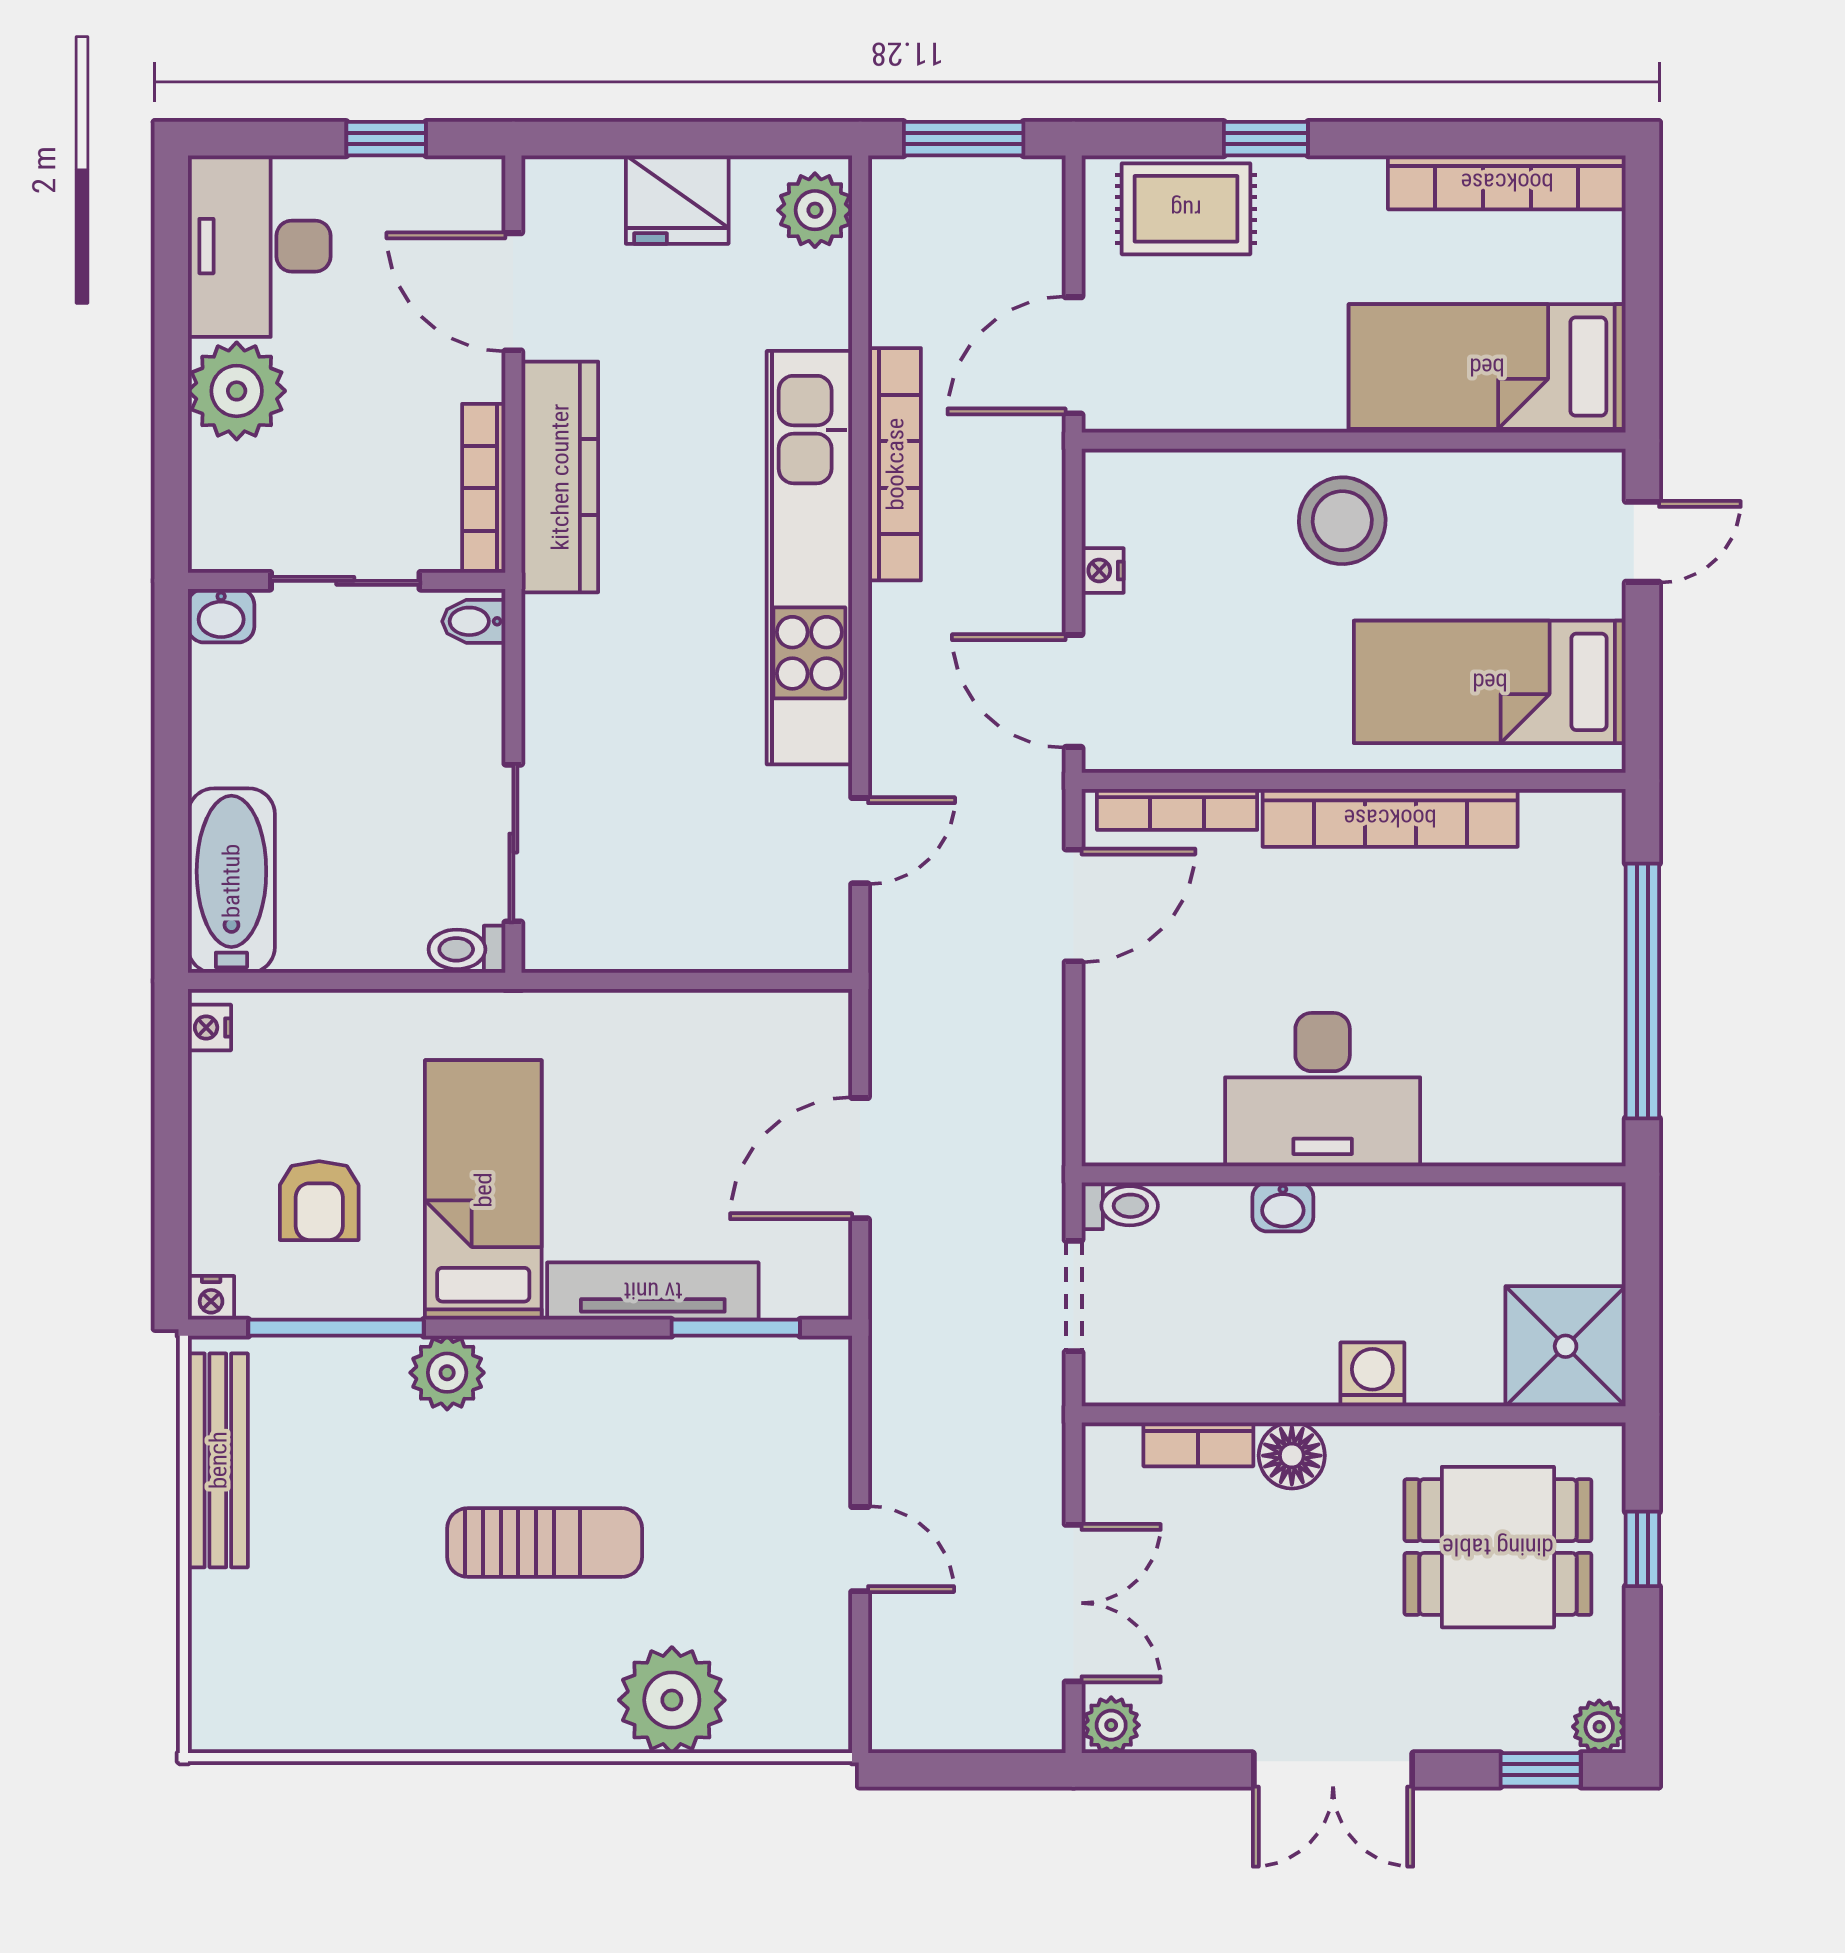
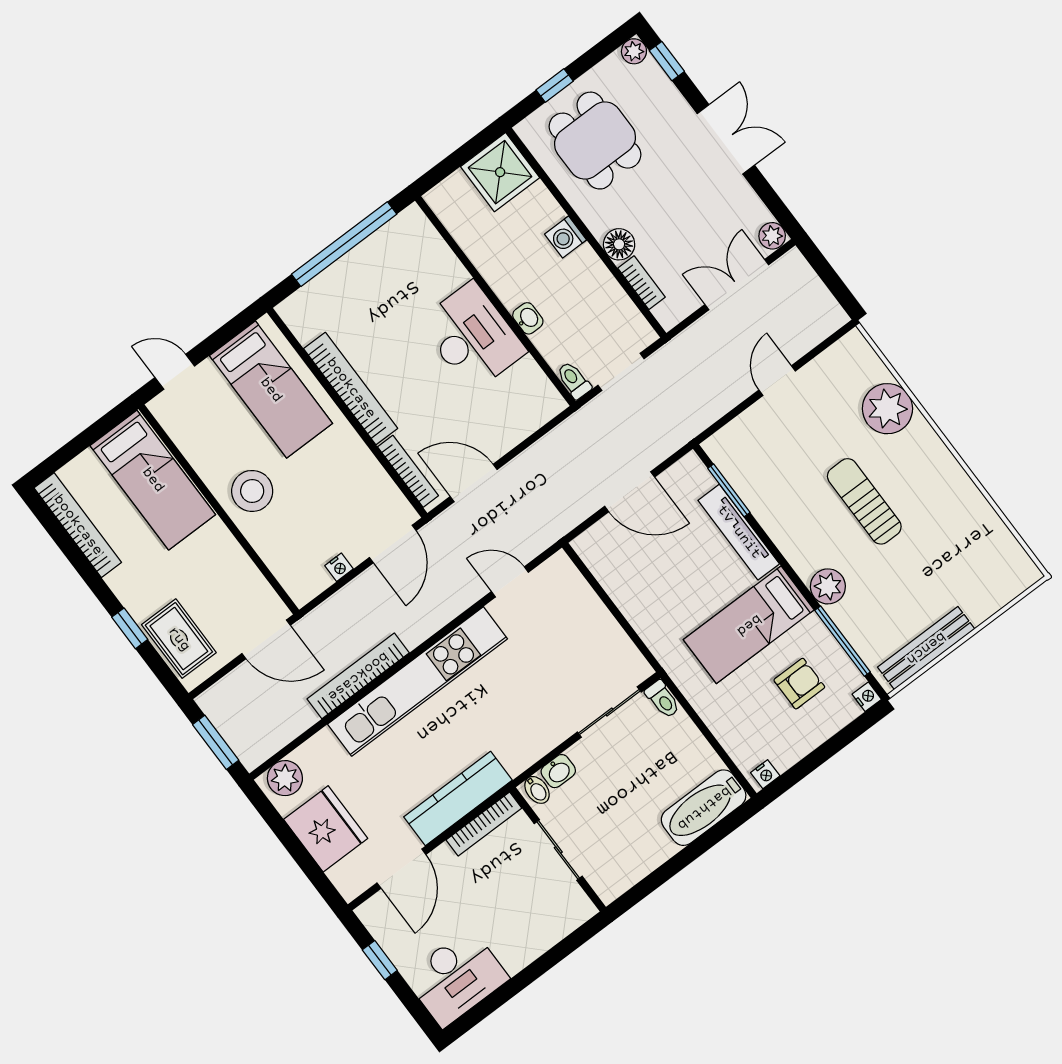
fridge: (677, 200) -> (326, 829), width x1.36, depth x1.34
plant: (237, 391) -> (517, 945), removed
washbasin: (221, 616) -> (558, 771), moved, turned 90

